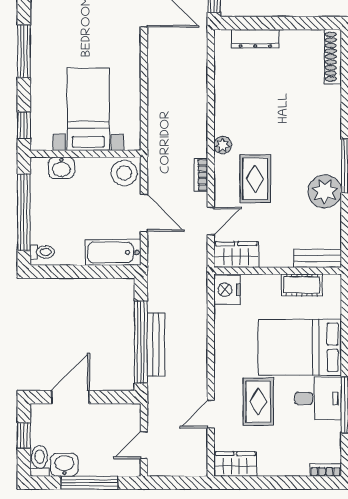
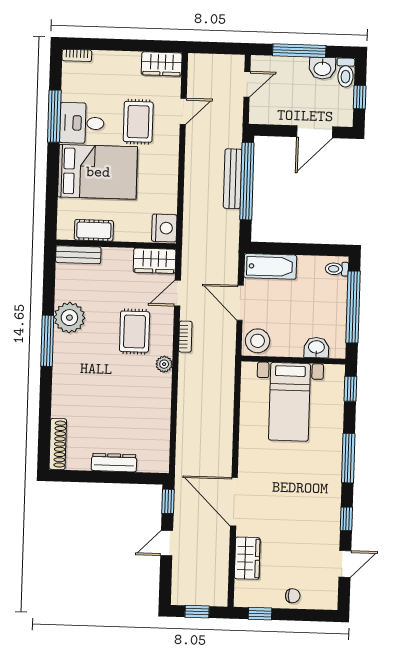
dresser: (255, 39) -> (114, 463), moved

